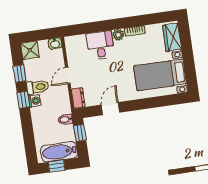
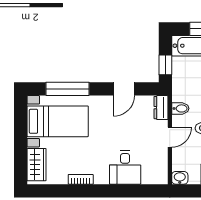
plant: (118, 35) -> (101, 177), removed
window: (156, 102) -> (67, 89), added
bidet: (65, 119) -> (180, 108), moved

